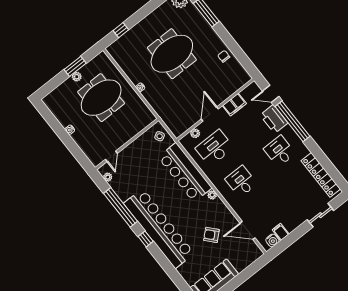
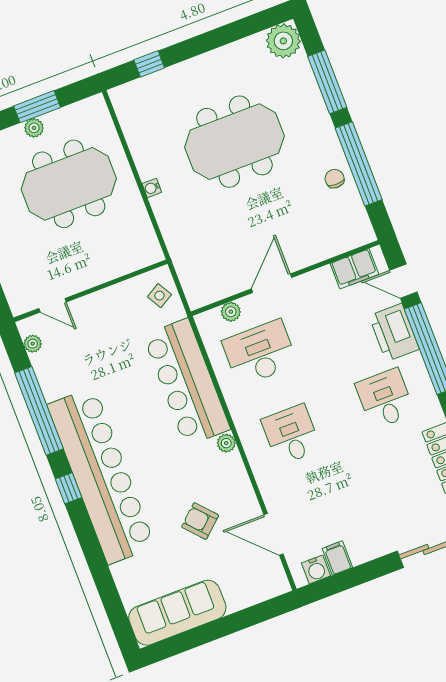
window: (233, 46) -> (359, 164), added
filing cabinet: (234, 105) -> (354, 269), moved
door: (111, 156) -> (53, 305), hinge flipped

